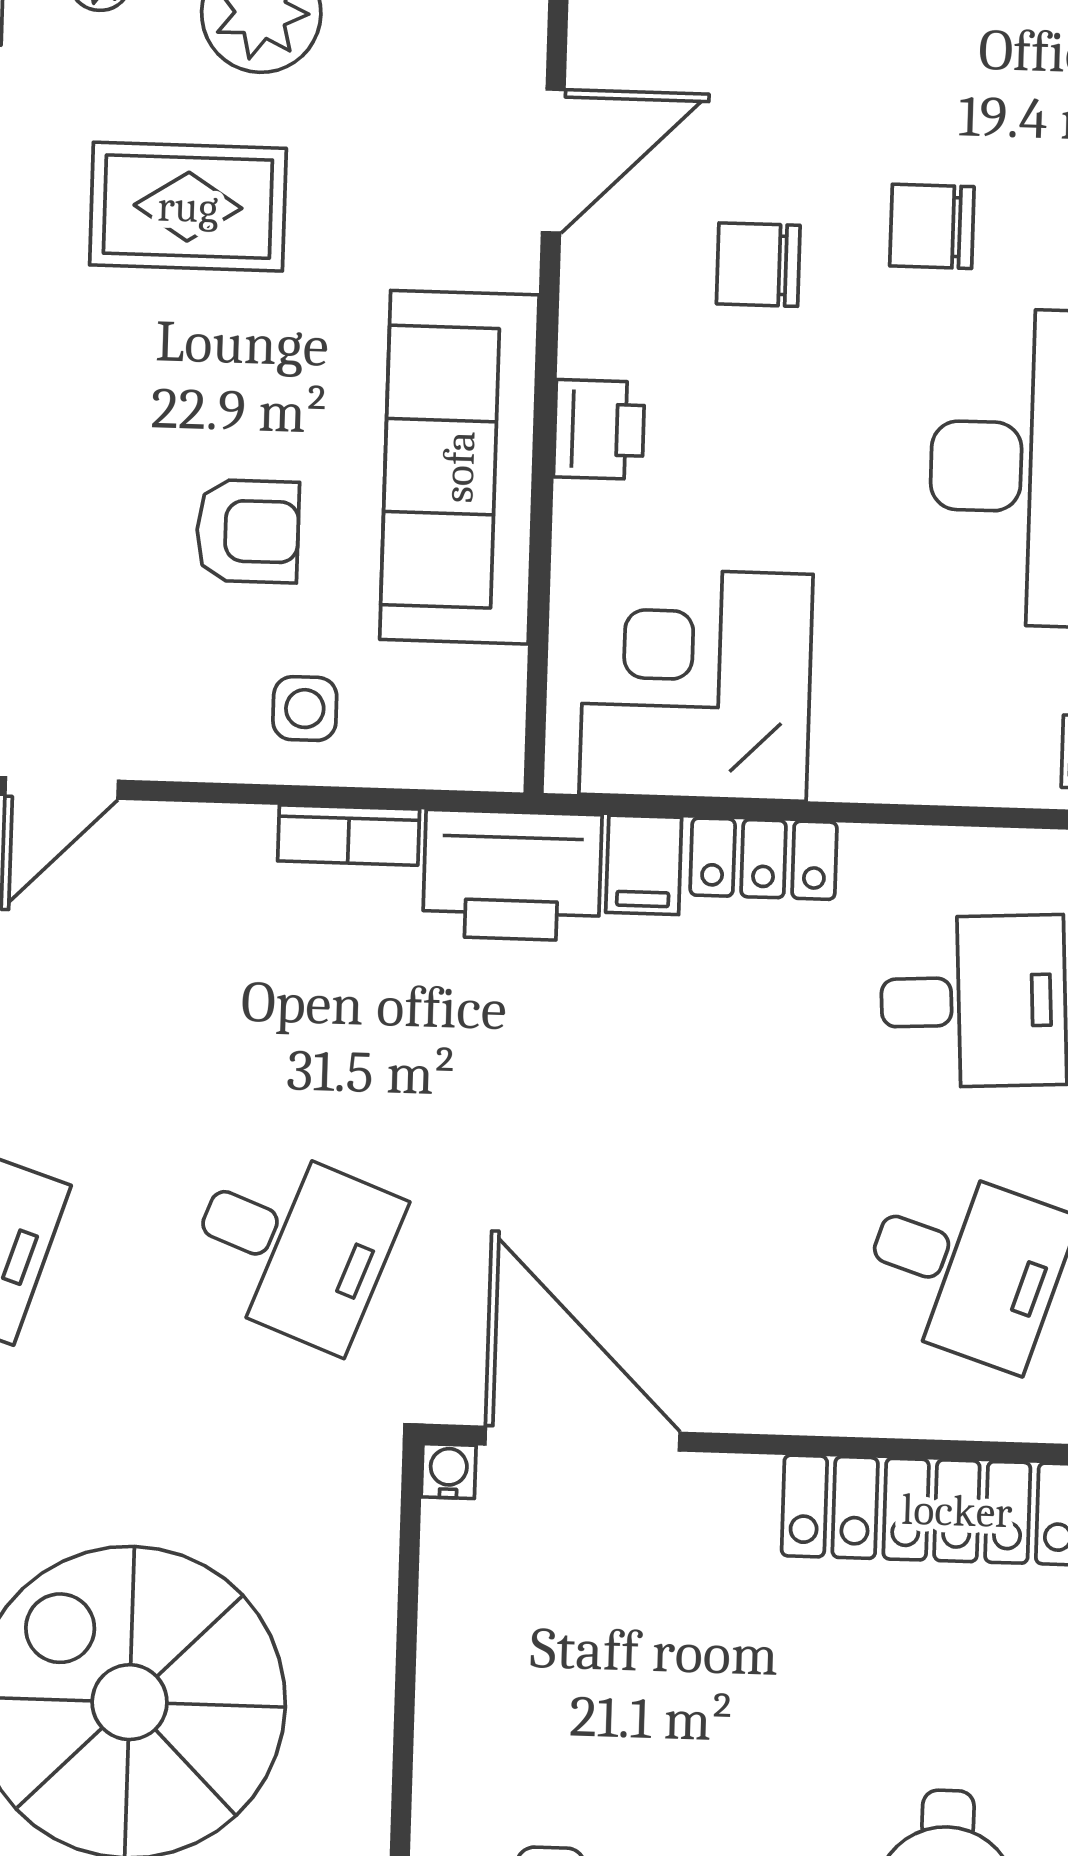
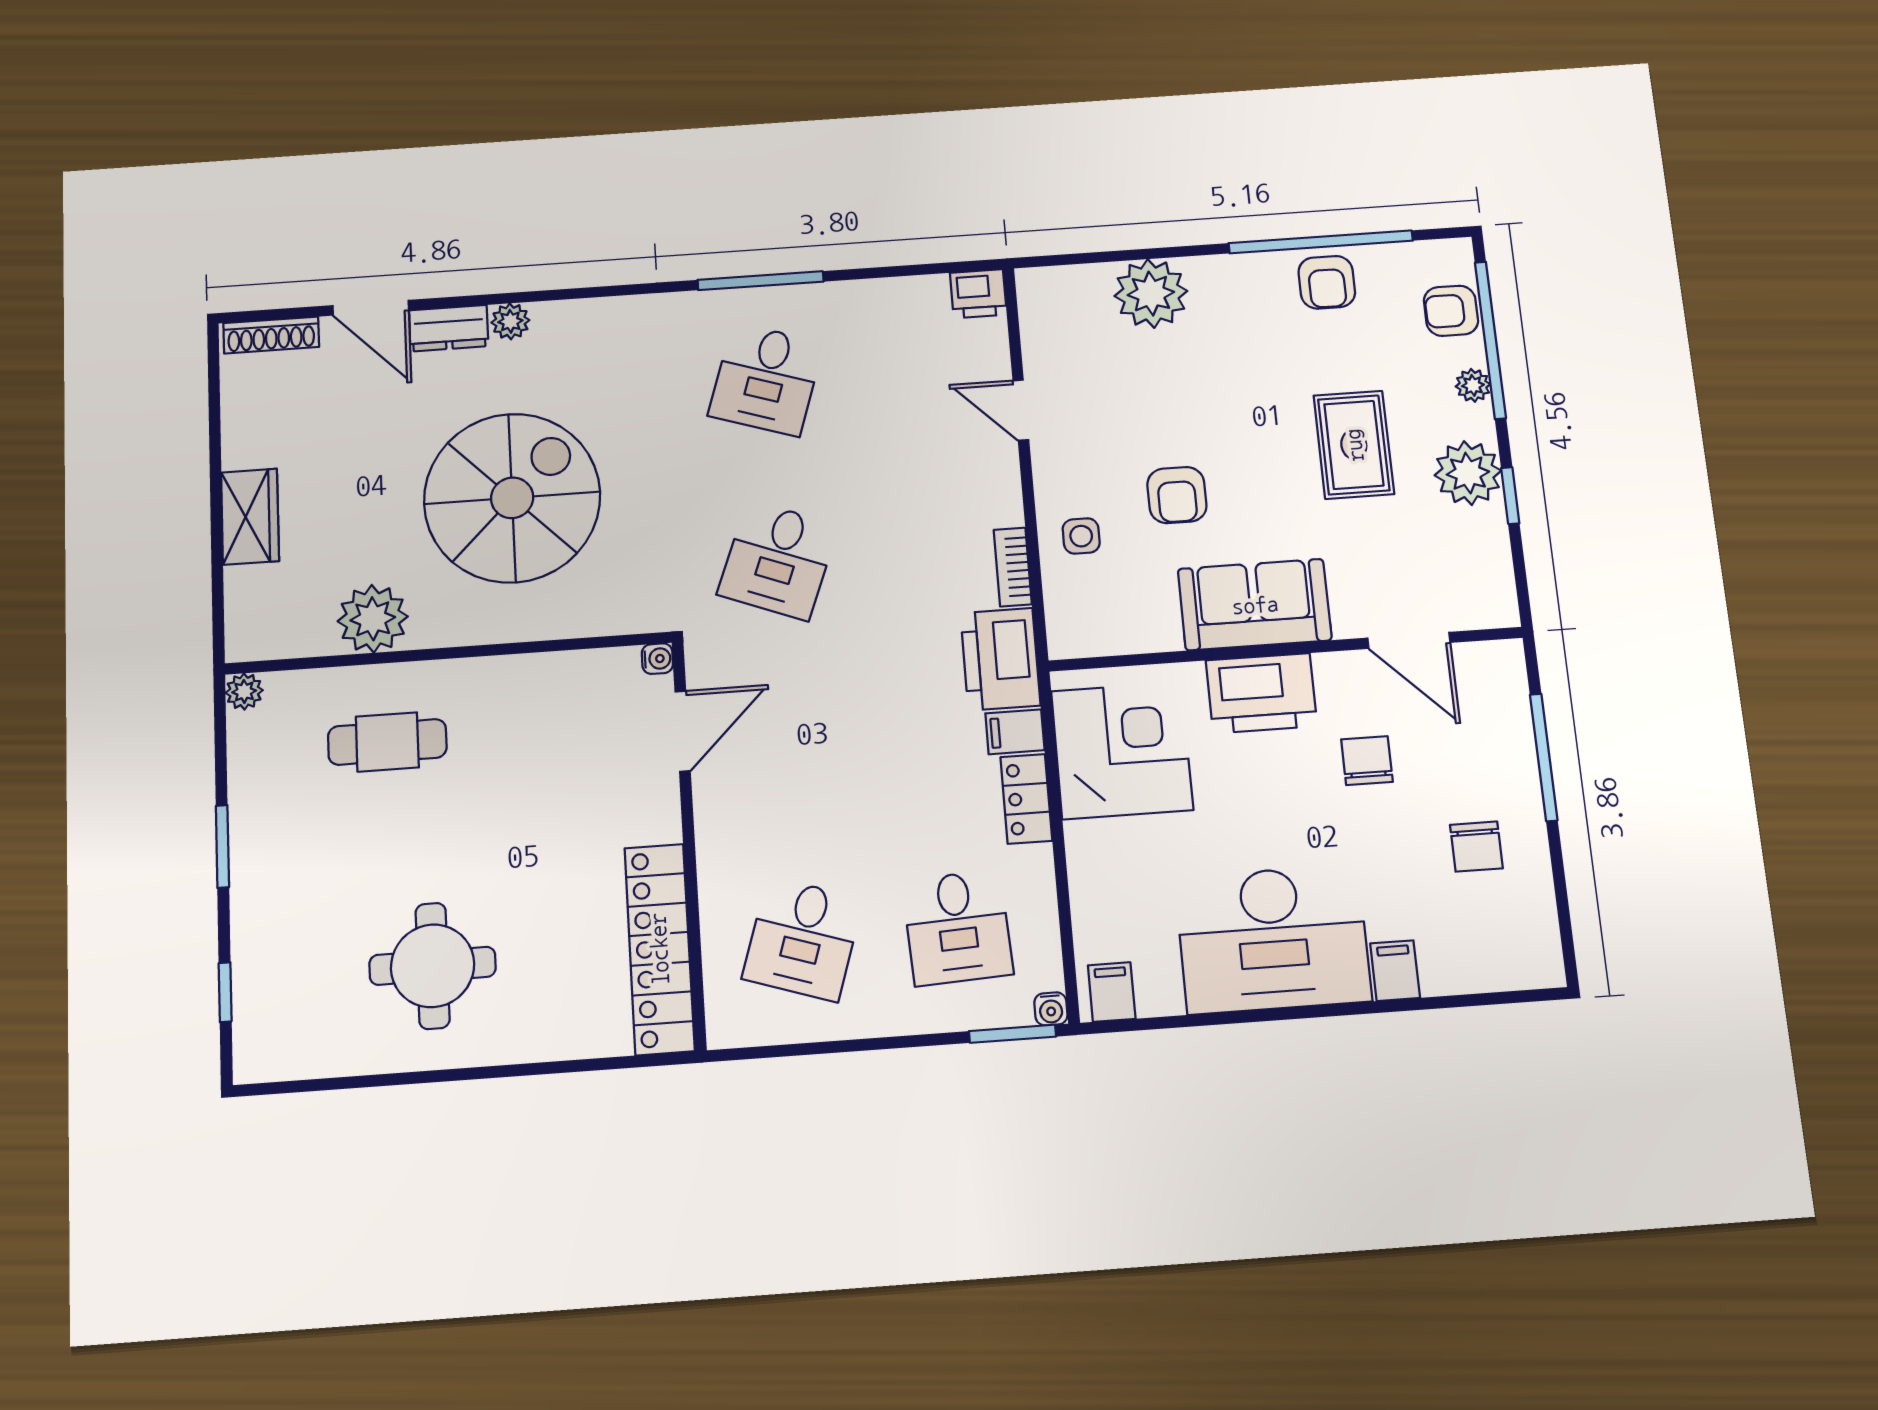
chair: (932, 226) -> (1476, 847), moved, turned 180
printer: (599, 429) -> (1261, 693), width x1.87, depth x1.48
sofa: (459, 467) -> (1255, 605), width x0.73
door: (582, 1439) -> (683, 731), width x0.73

